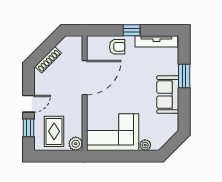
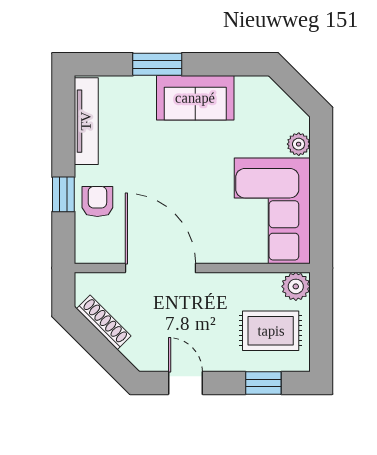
window: (132, 30) -> (63, 194), moved
shoe rack: (48, 60) -> (104, 322), moved
door: (28, 104) -> (185, 383), moved

